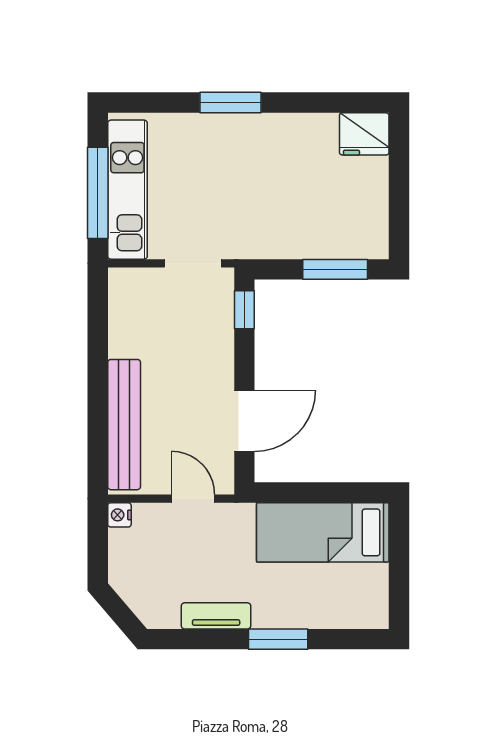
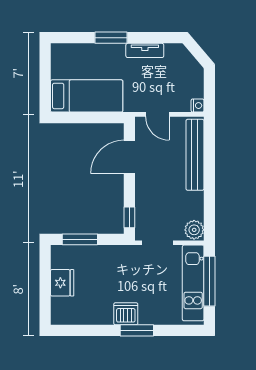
dishwasher: (251, 133) -> (126, 314), added
fridge: (364, 134) -> (62, 283), moved, turned 90
plant: (126, 287) -> (194, 230), added

